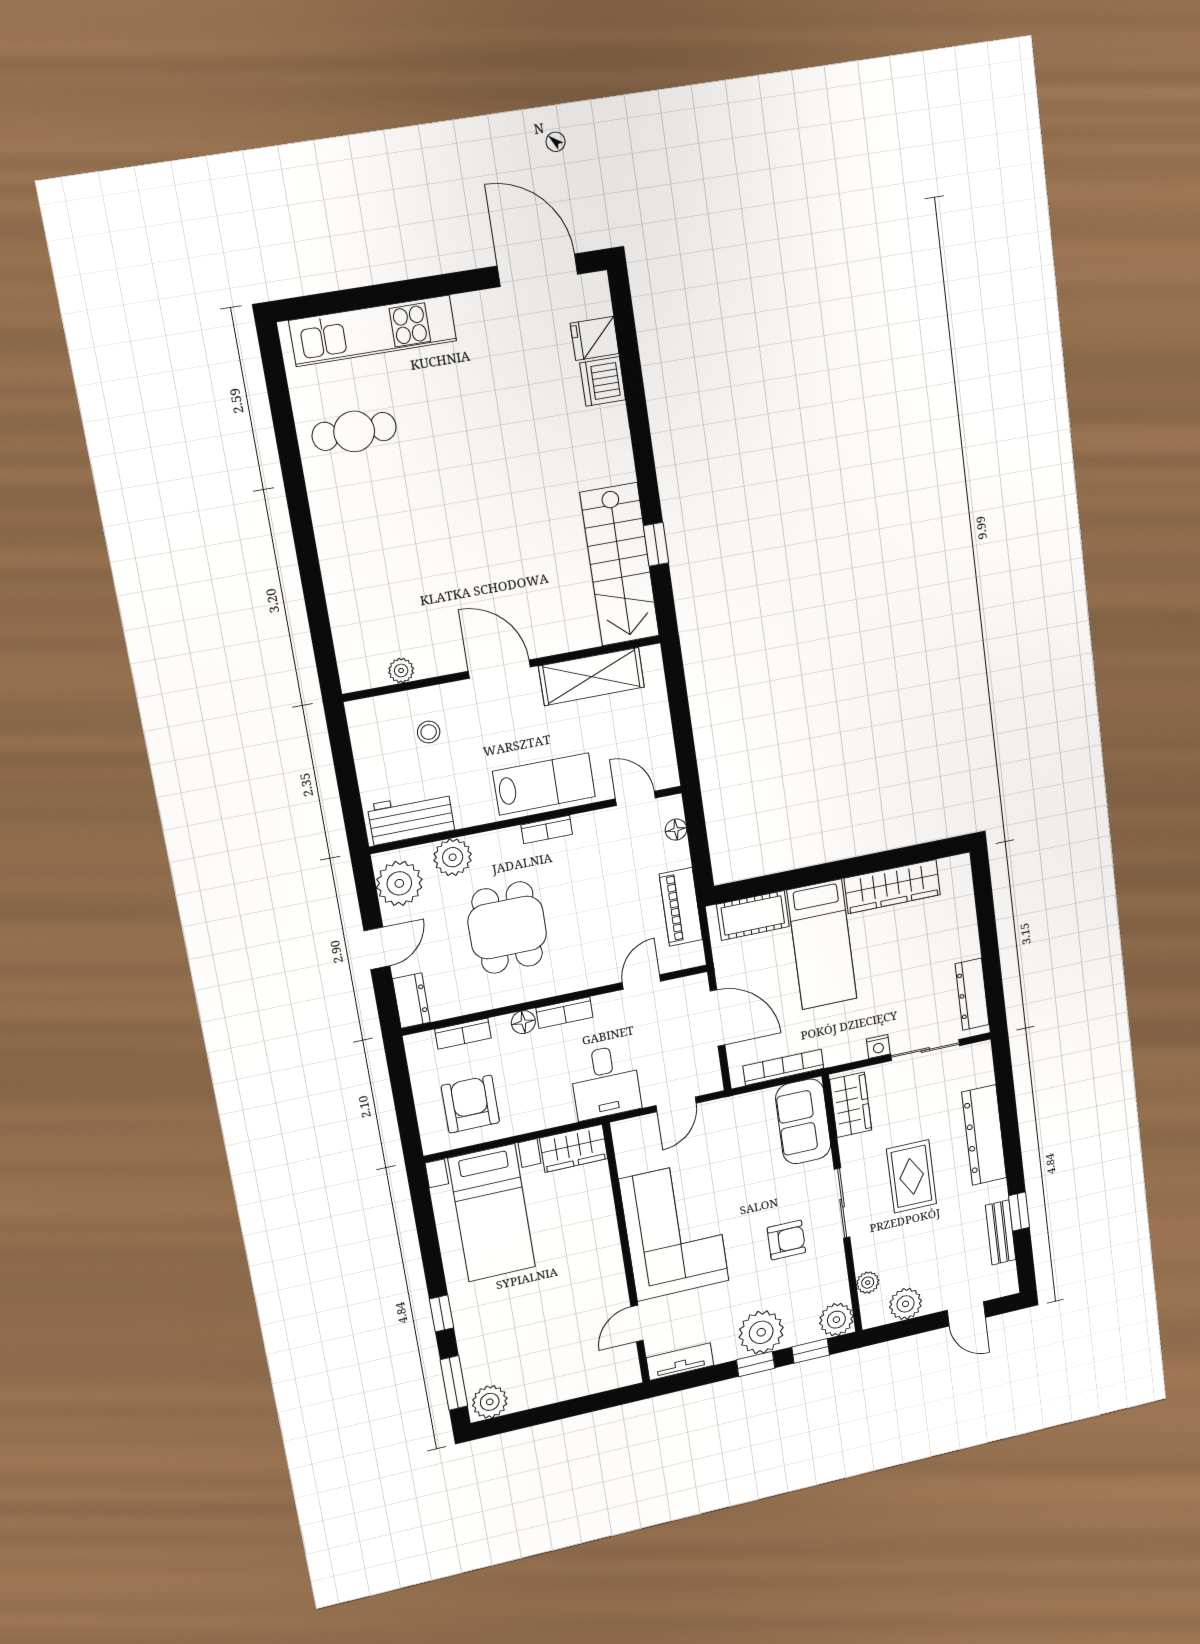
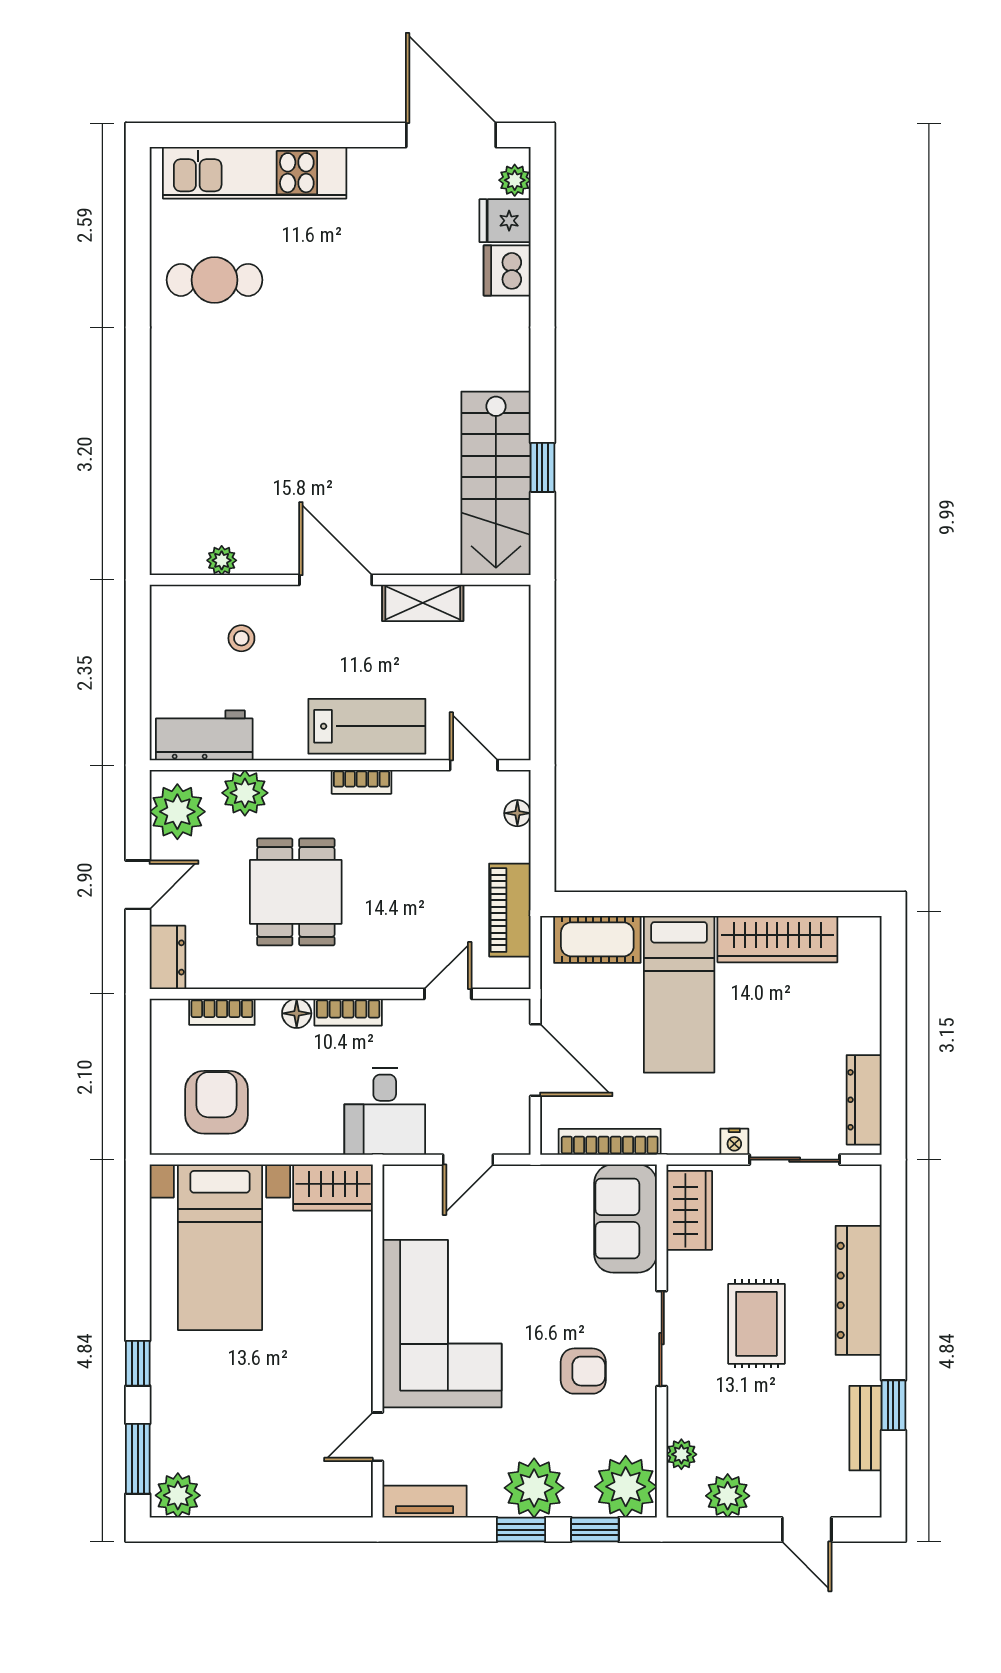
plant: (598, 302) -> (515, 180), added
shelving: (592, 677) -> (423, 603), width x0.67, depth x0.75
plant: (836, 1320) -> (626, 1487), width x1.36, depth x1.36

